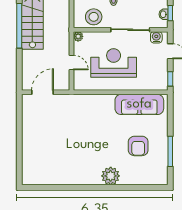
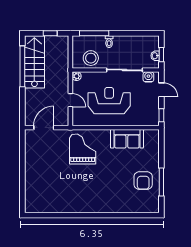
sofa: (139, 104) -> (127, 139), width x0.73
grand piano: (85, 116) -> (83, 149), added
armchair: (138, 146) -> (143, 181), moved
plant: (111, 176) -> (106, 205), removed

